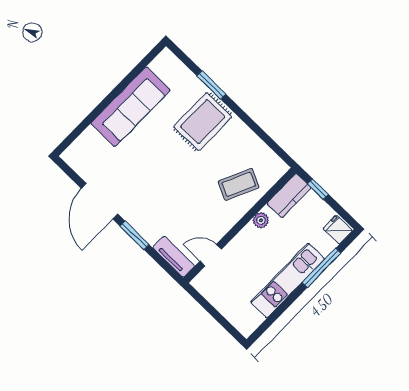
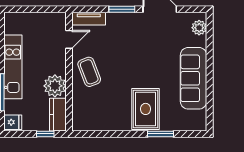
plant: (80, 148) -> (199, 28), added
coffee table: (239, 184) -> (89, 72), moved, turned -46
plant: (261, 220) -> (55, 86), width x1.88, depth x1.88

